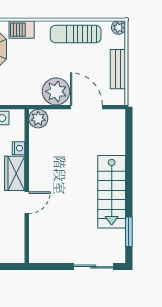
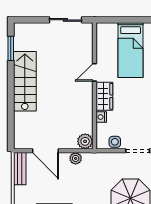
bench: (118, 69) -> (20, 169), moved
plant: (56, 91) -> (76, 158), width x0.53, depth x0.53
sliding door: (93, 267) -> (65, 20), moved

